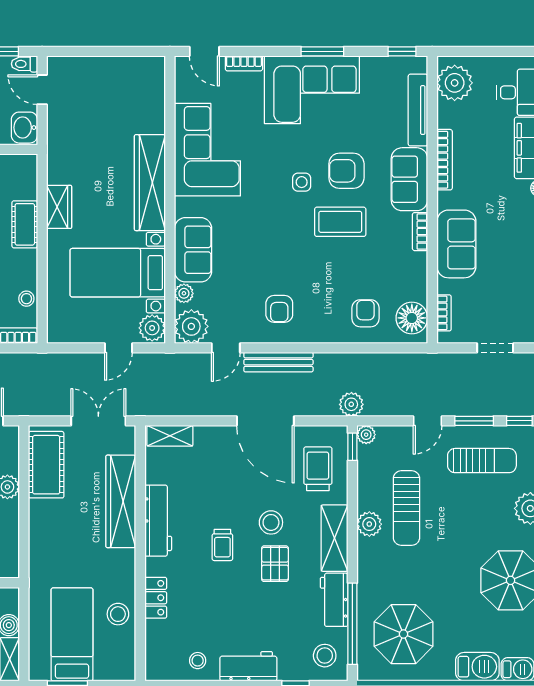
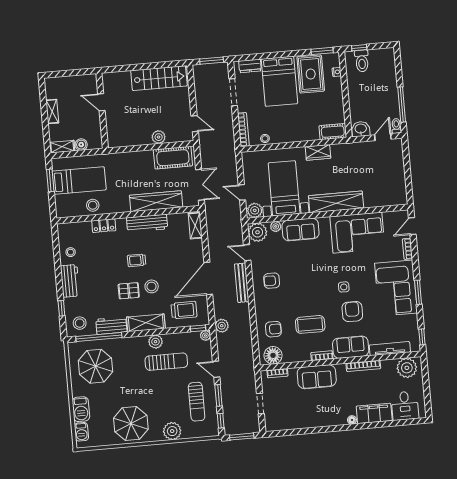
coffee table: (340, 222) -> (310, 324), moved, turned 90
cot: (25, 224) -> (333, 132), moved
sun lounger: (406, 508) -> (166, 362), turned 180

